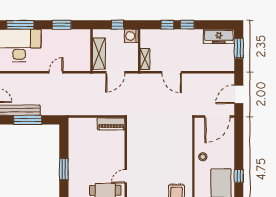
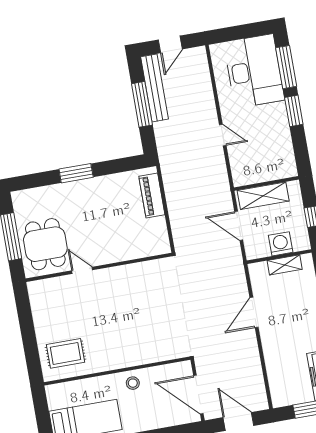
window: (62, 25) -> (294, 111), moved
washing machine: (131, 36) -> (281, 244), moved
shelving: (145, 59) -> (285, 265), moved
piano: (111, 124) -> (152, 196), moved

